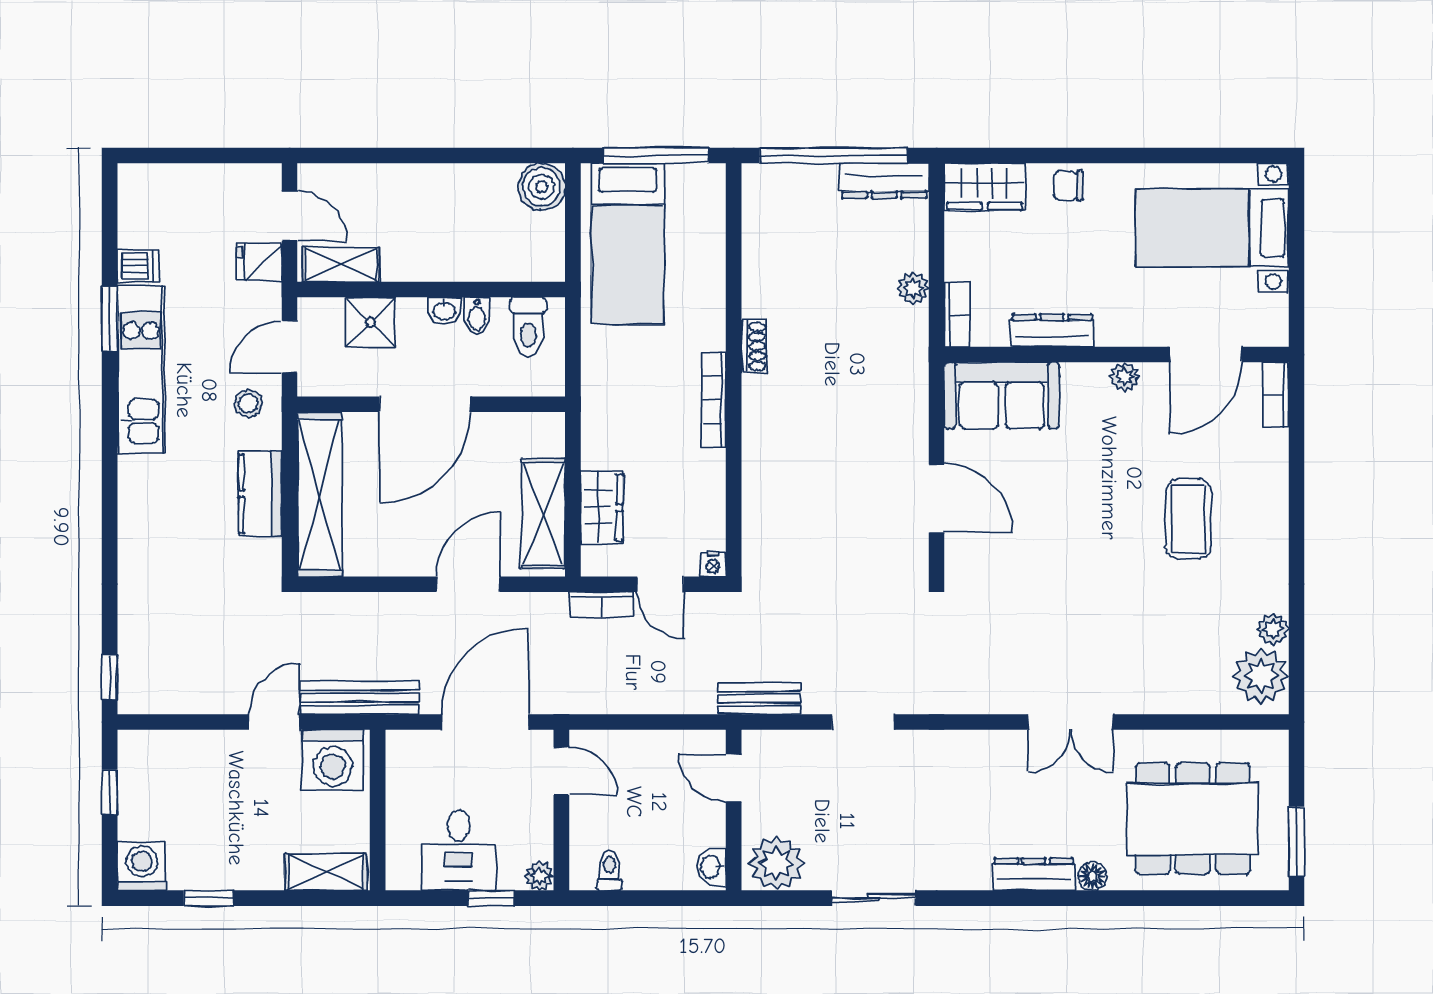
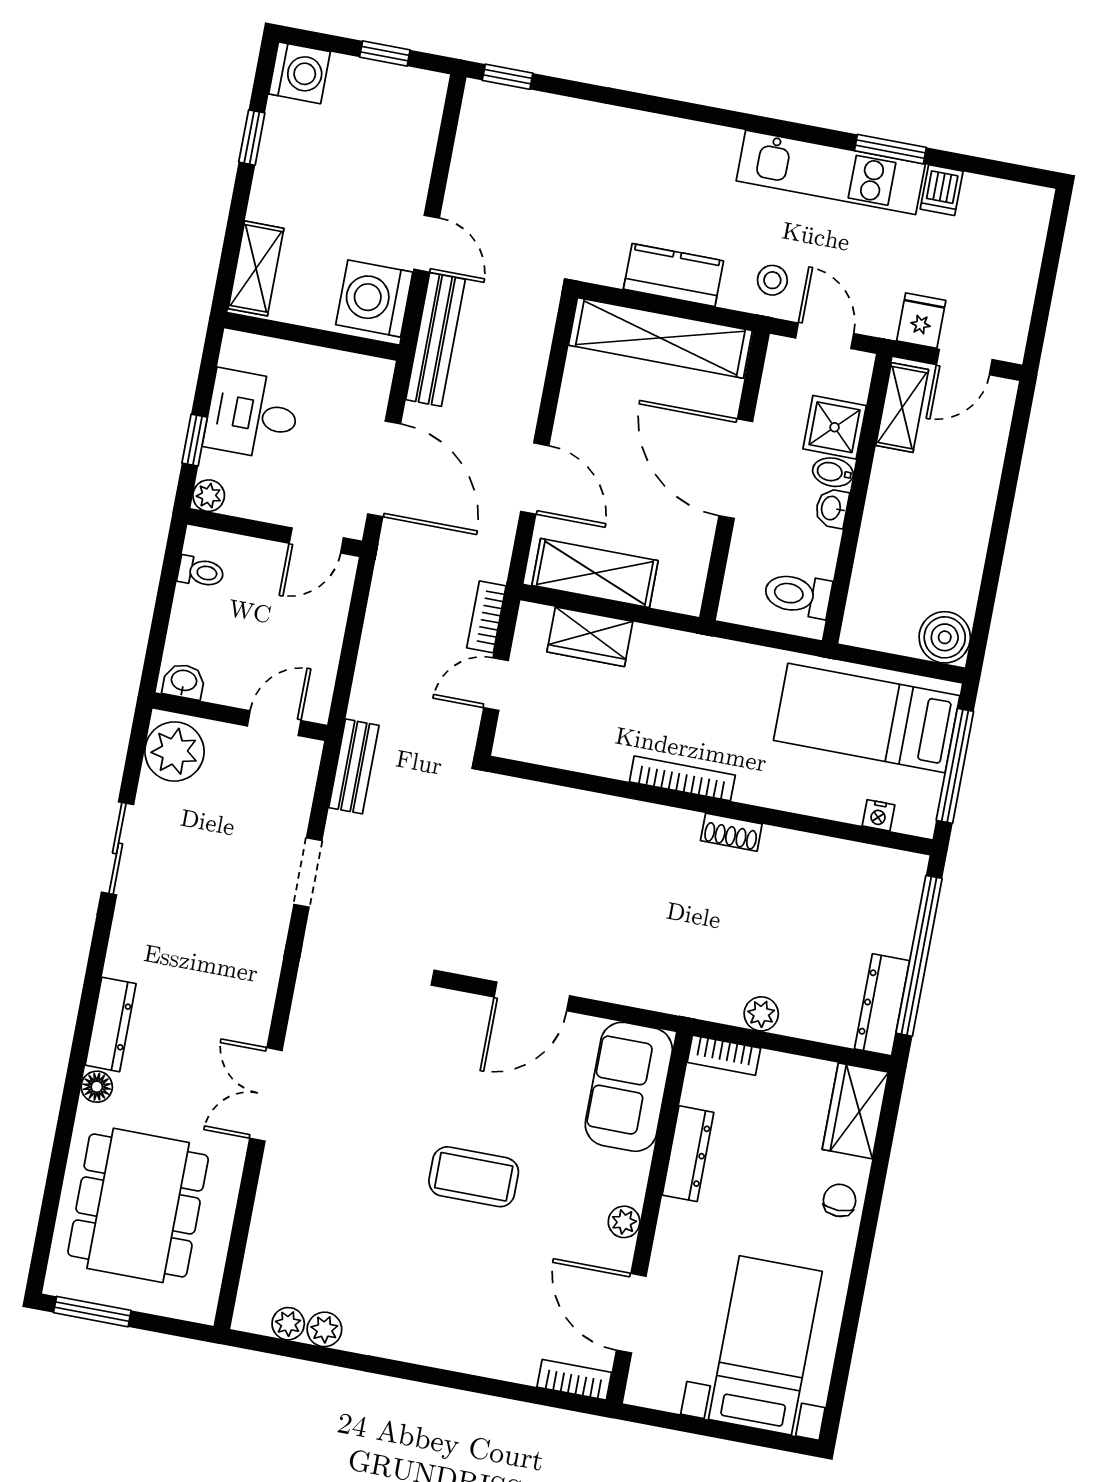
bidet: (477, 316) -> (833, 472), moved
coffee table: (1188, 519) -> (474, 1177), moved
nightstand: (713, 564) -> (878, 815), moved, turned -90
plant: (1261, 676) -> (288, 1324), width x0.53, depth x0.53

